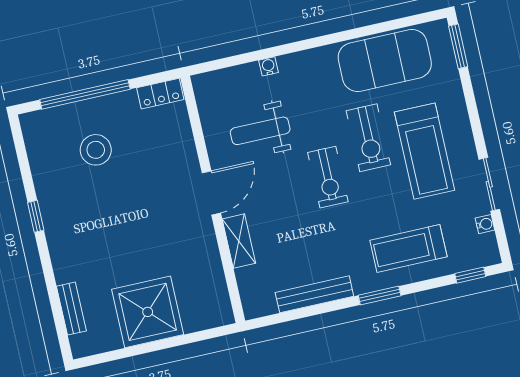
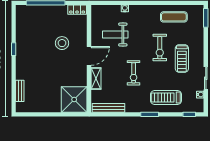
exercise mat: (385, 60) -> (174, 17), width x0.50, depth x0.69
stool: (96, 150) -> (62, 43), moved
treadmill: (425, 151) -> (182, 58), width x0.73, depth x0.73
exercise bike: (328, 177) -> (134, 73), moved
bench: (314, 294) -> (108, 108), moved
shower: (148, 312) -> (74, 99), moved

